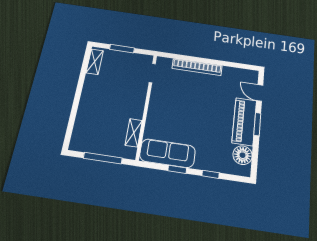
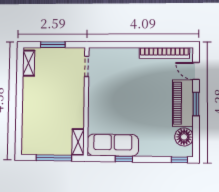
bookcase: (197, 67) -> (164, 53), moved
shelving: (134, 133) -> (78, 142), moved
window: (211, 174) -> (179, 160), moved

